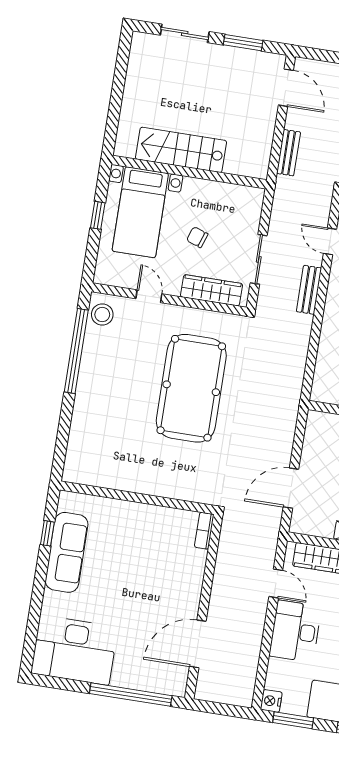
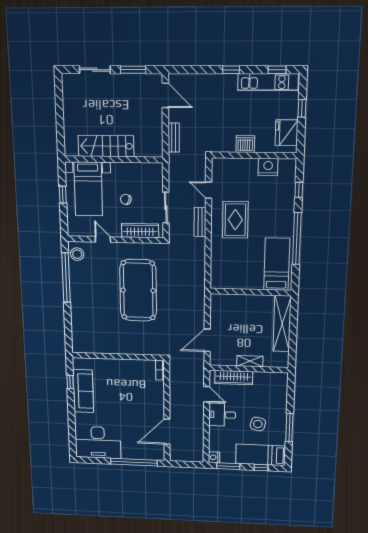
desk: (295, 631) -> (222, 415), width x0.73

